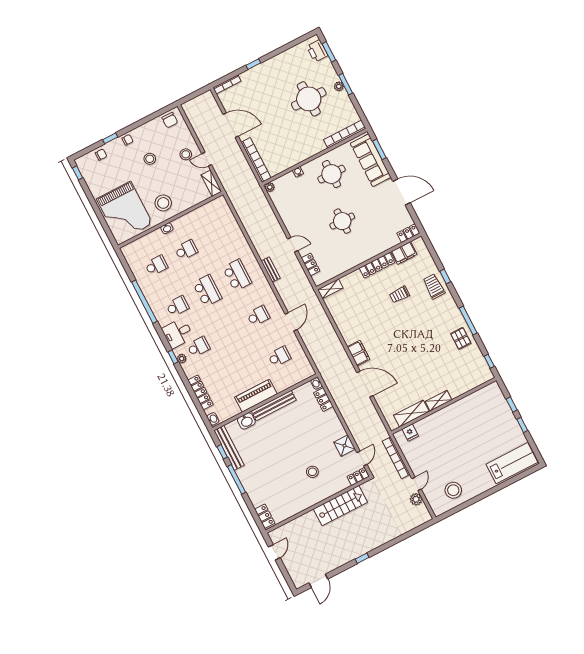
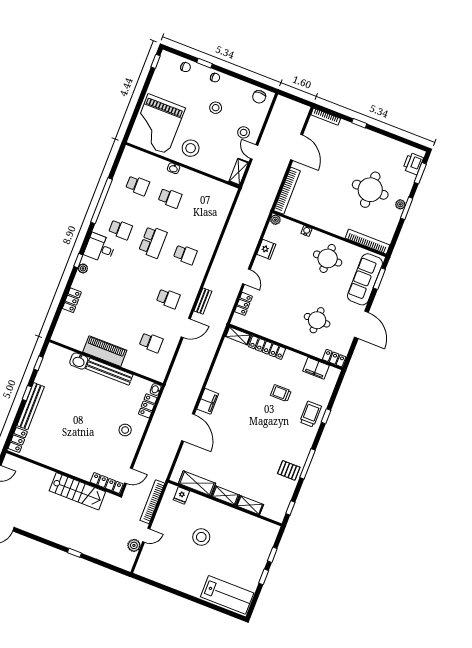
fridge: (285, 213) -> (266, 249), added
round table: (342, 221) -> (317, 320), moved
locker: (377, 265) -> (267, 348), moved
bench: (271, 270) -> (203, 301), moved
school desk: (237, 275) -> (185, 254), width x0.54
pallet: (461, 338) -> (289, 470), turned 90
school desk: (198, 347) -> (103, 273), removed
shelving: (461, 389) -> (250, 505), added
locker: (200, 392) -> (72, 300), width x0.66
washbasin: (213, 419) -> (58, 334), removed
shower: (344, 446) -> (127, 454), removed
bench: (229, 448) -> (31, 406), moved
stool: (312, 472) -> (125, 430), moved
locker: (358, 477) -> (107, 483), width x1.53
window: (236, 479) -> (27, 393), width x0.46
stool: (453, 490) -> (201, 537), moved
window: (362, 558) -> (74, 553), moved

